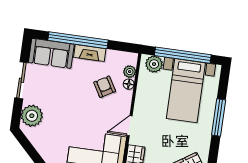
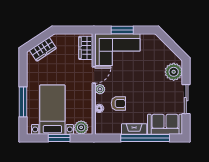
window: (183, 55) -> (59, 138), width x0.47
plant: (130, 72) -> (100, 89), moved
armchair: (105, 87) -> (118, 104), turned -60
window: (219, 117) -> (23, 102), moved

